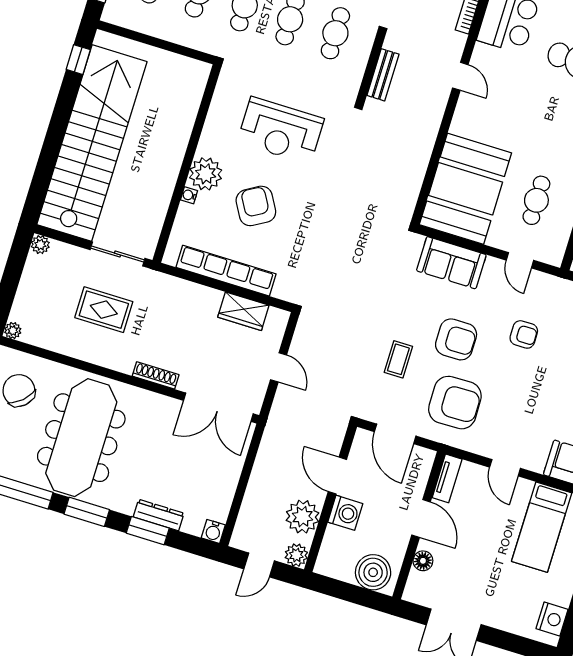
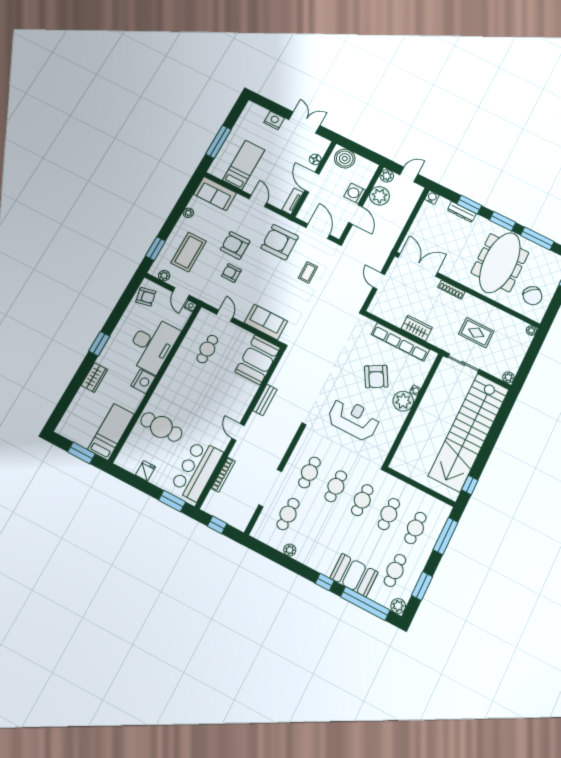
bench: (383, 75) -> (265, 400), moved
booth: (465, 189) -> (258, 360), width x0.73, depth x0.70
wardrobe: (243, 311) -> (417, 328), moved
armchair: (456, 339) -> (235, 245), moved
nightstand: (552, 619) -> (274, 120), moved, turned 90

